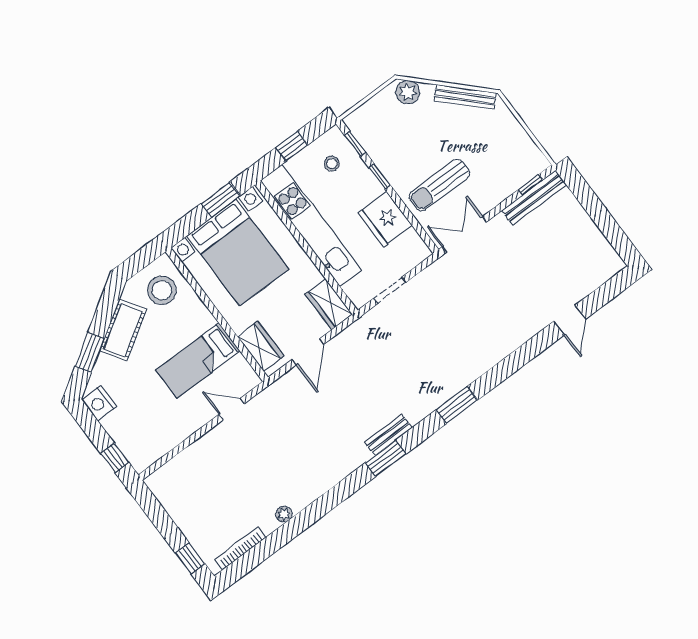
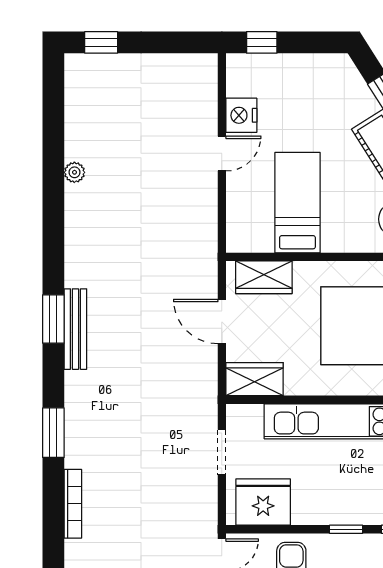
fridge: (385, 219) -> (263, 502), moved
nightstand: (99, 403) -> (241, 115), moved, turned -90
door: (232, 409) -> (222, 154), moved
bench: (388, 435) -> (75, 329), width x1.36
bookcase: (240, 548) -> (73, 504), moved

